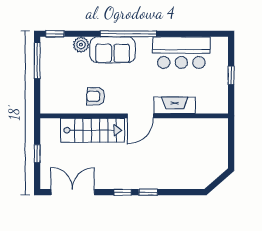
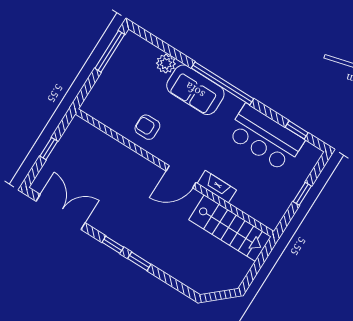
window: (55, 34) -> (297, 130), moved
fireplace: (175, 105) -> (217, 187), width x0.73, depth x0.76
stairs: (92, 130) -> (230, 228), moved

